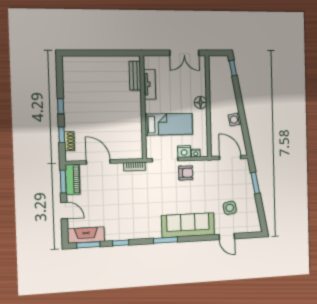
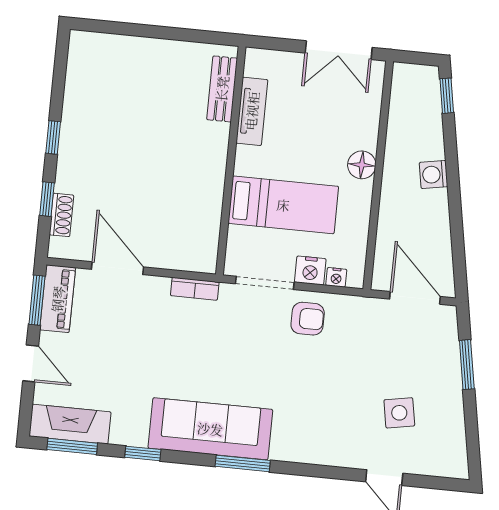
washing machine: (235, 119) -> (434, 175), moved
sofa: (188, 225) -> (210, 429), moved

